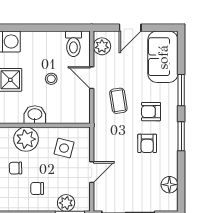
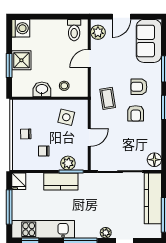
door: (92, 78) -> (89, 58), hinge flipped
stool: (51, 79) -> (64, 86), moved
coffee table: (118, 101) -> (108, 98), moved
plant: (26, 139) -> (34, 110), removed
floor lamp: (169, 185) -> (154, 160), moved

